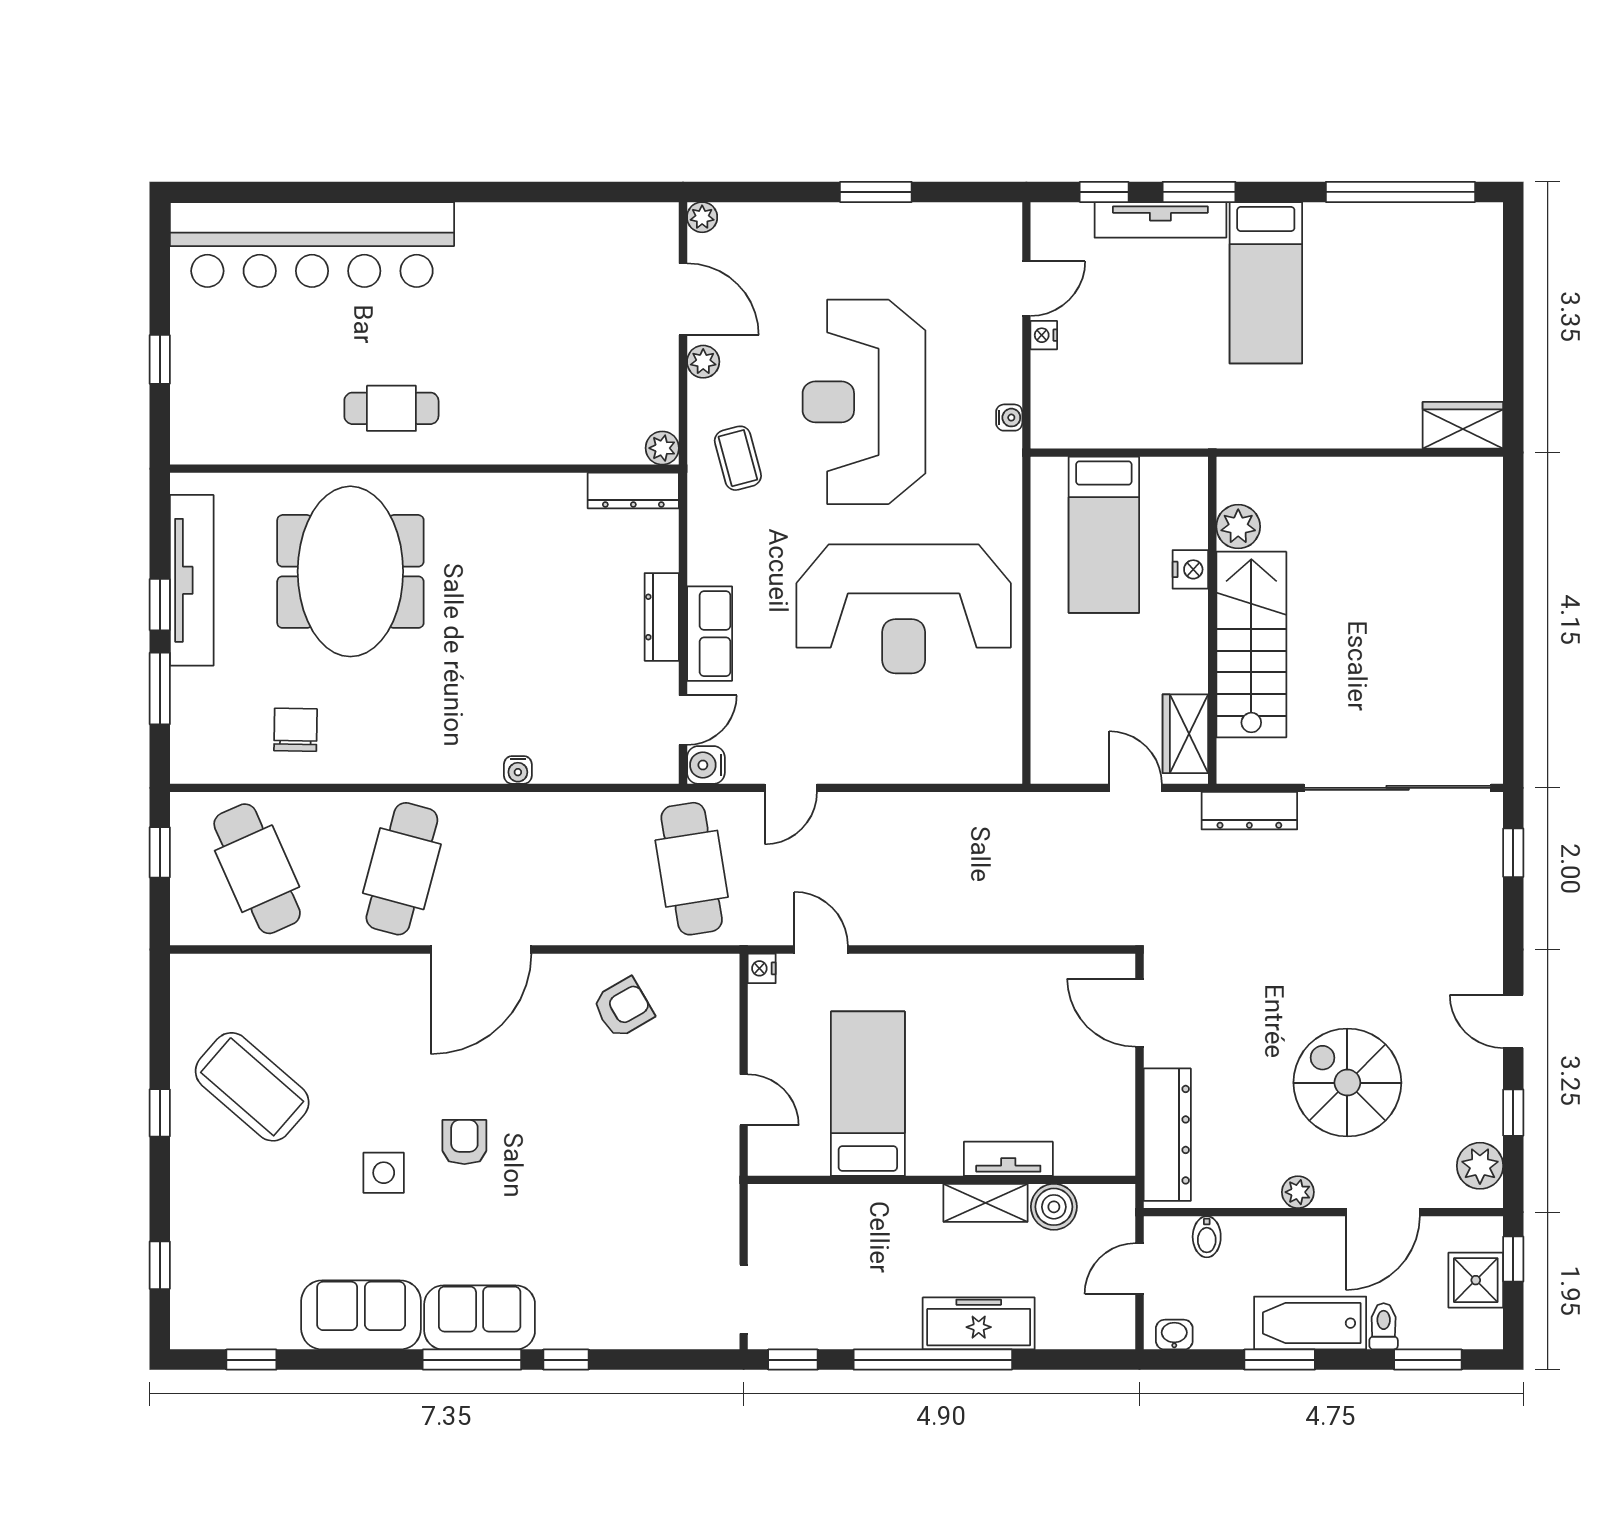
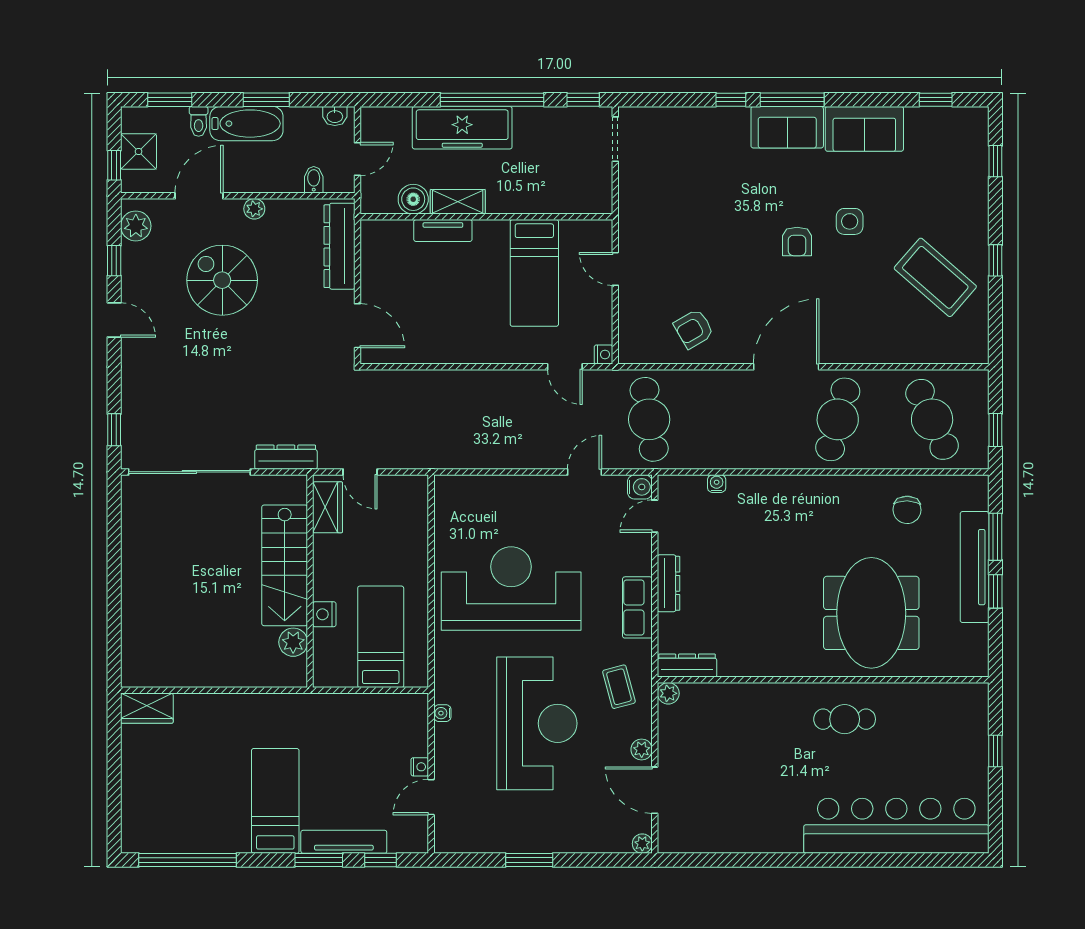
tv unit: (192, 580) -> (975, 567), moved
row of seats: (710, 634) -> (637, 607), moved
water cooler: (518, 770) -> (717, 484), moved
spiral stairs: (1347, 1083) -> (222, 280), turned 180
freezer: (979, 1323) -> (462, 128), width x1.36, depth x1.26

